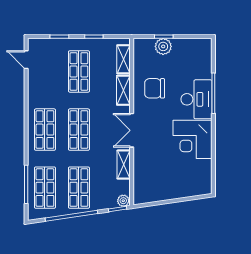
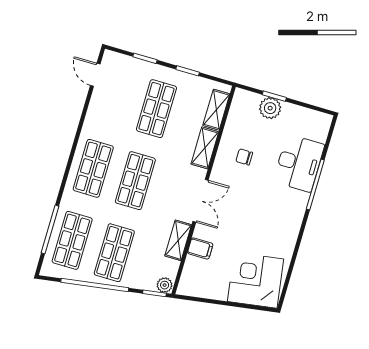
chair: (155, 88) -> (244, 157), width x0.54, depth x0.54
desk: (196, 99) -> (299, 163), moved
double door: (132, 130) -> (201, 201), swing flipped
corner desk: (193, 139) -> (255, 280), moved, turned 82
filing cabinet: (142, 166) -> (200, 248), added

